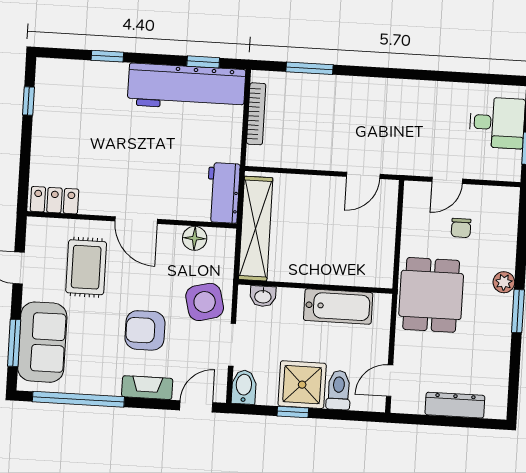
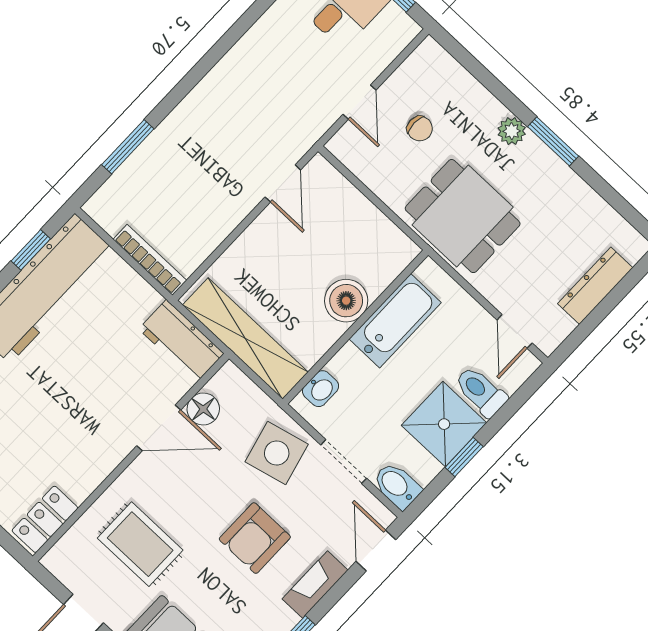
bookcase: (256, 114) -> (150, 260), moved
door: (136, 220) -> (159, 428), moved
boiler: (326, 269) -> (346, 301), added

